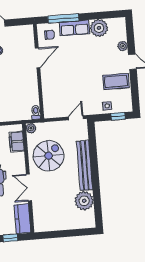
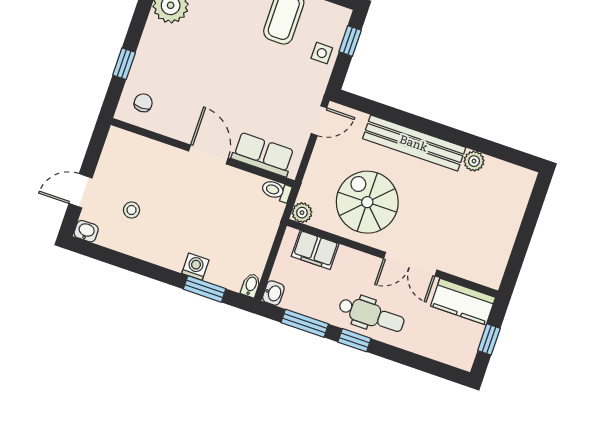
window: (63, 18) -> (124, 64), width x0.46
row of seats: (75, 28) -> (263, 154), moved, turned -90
door: (38, 58) -> (208, 154), moved
door: (76, 118) -> (319, 121), swing flipped
plant: (84, 201) -> (474, 161), width x0.53, depth x0.53

